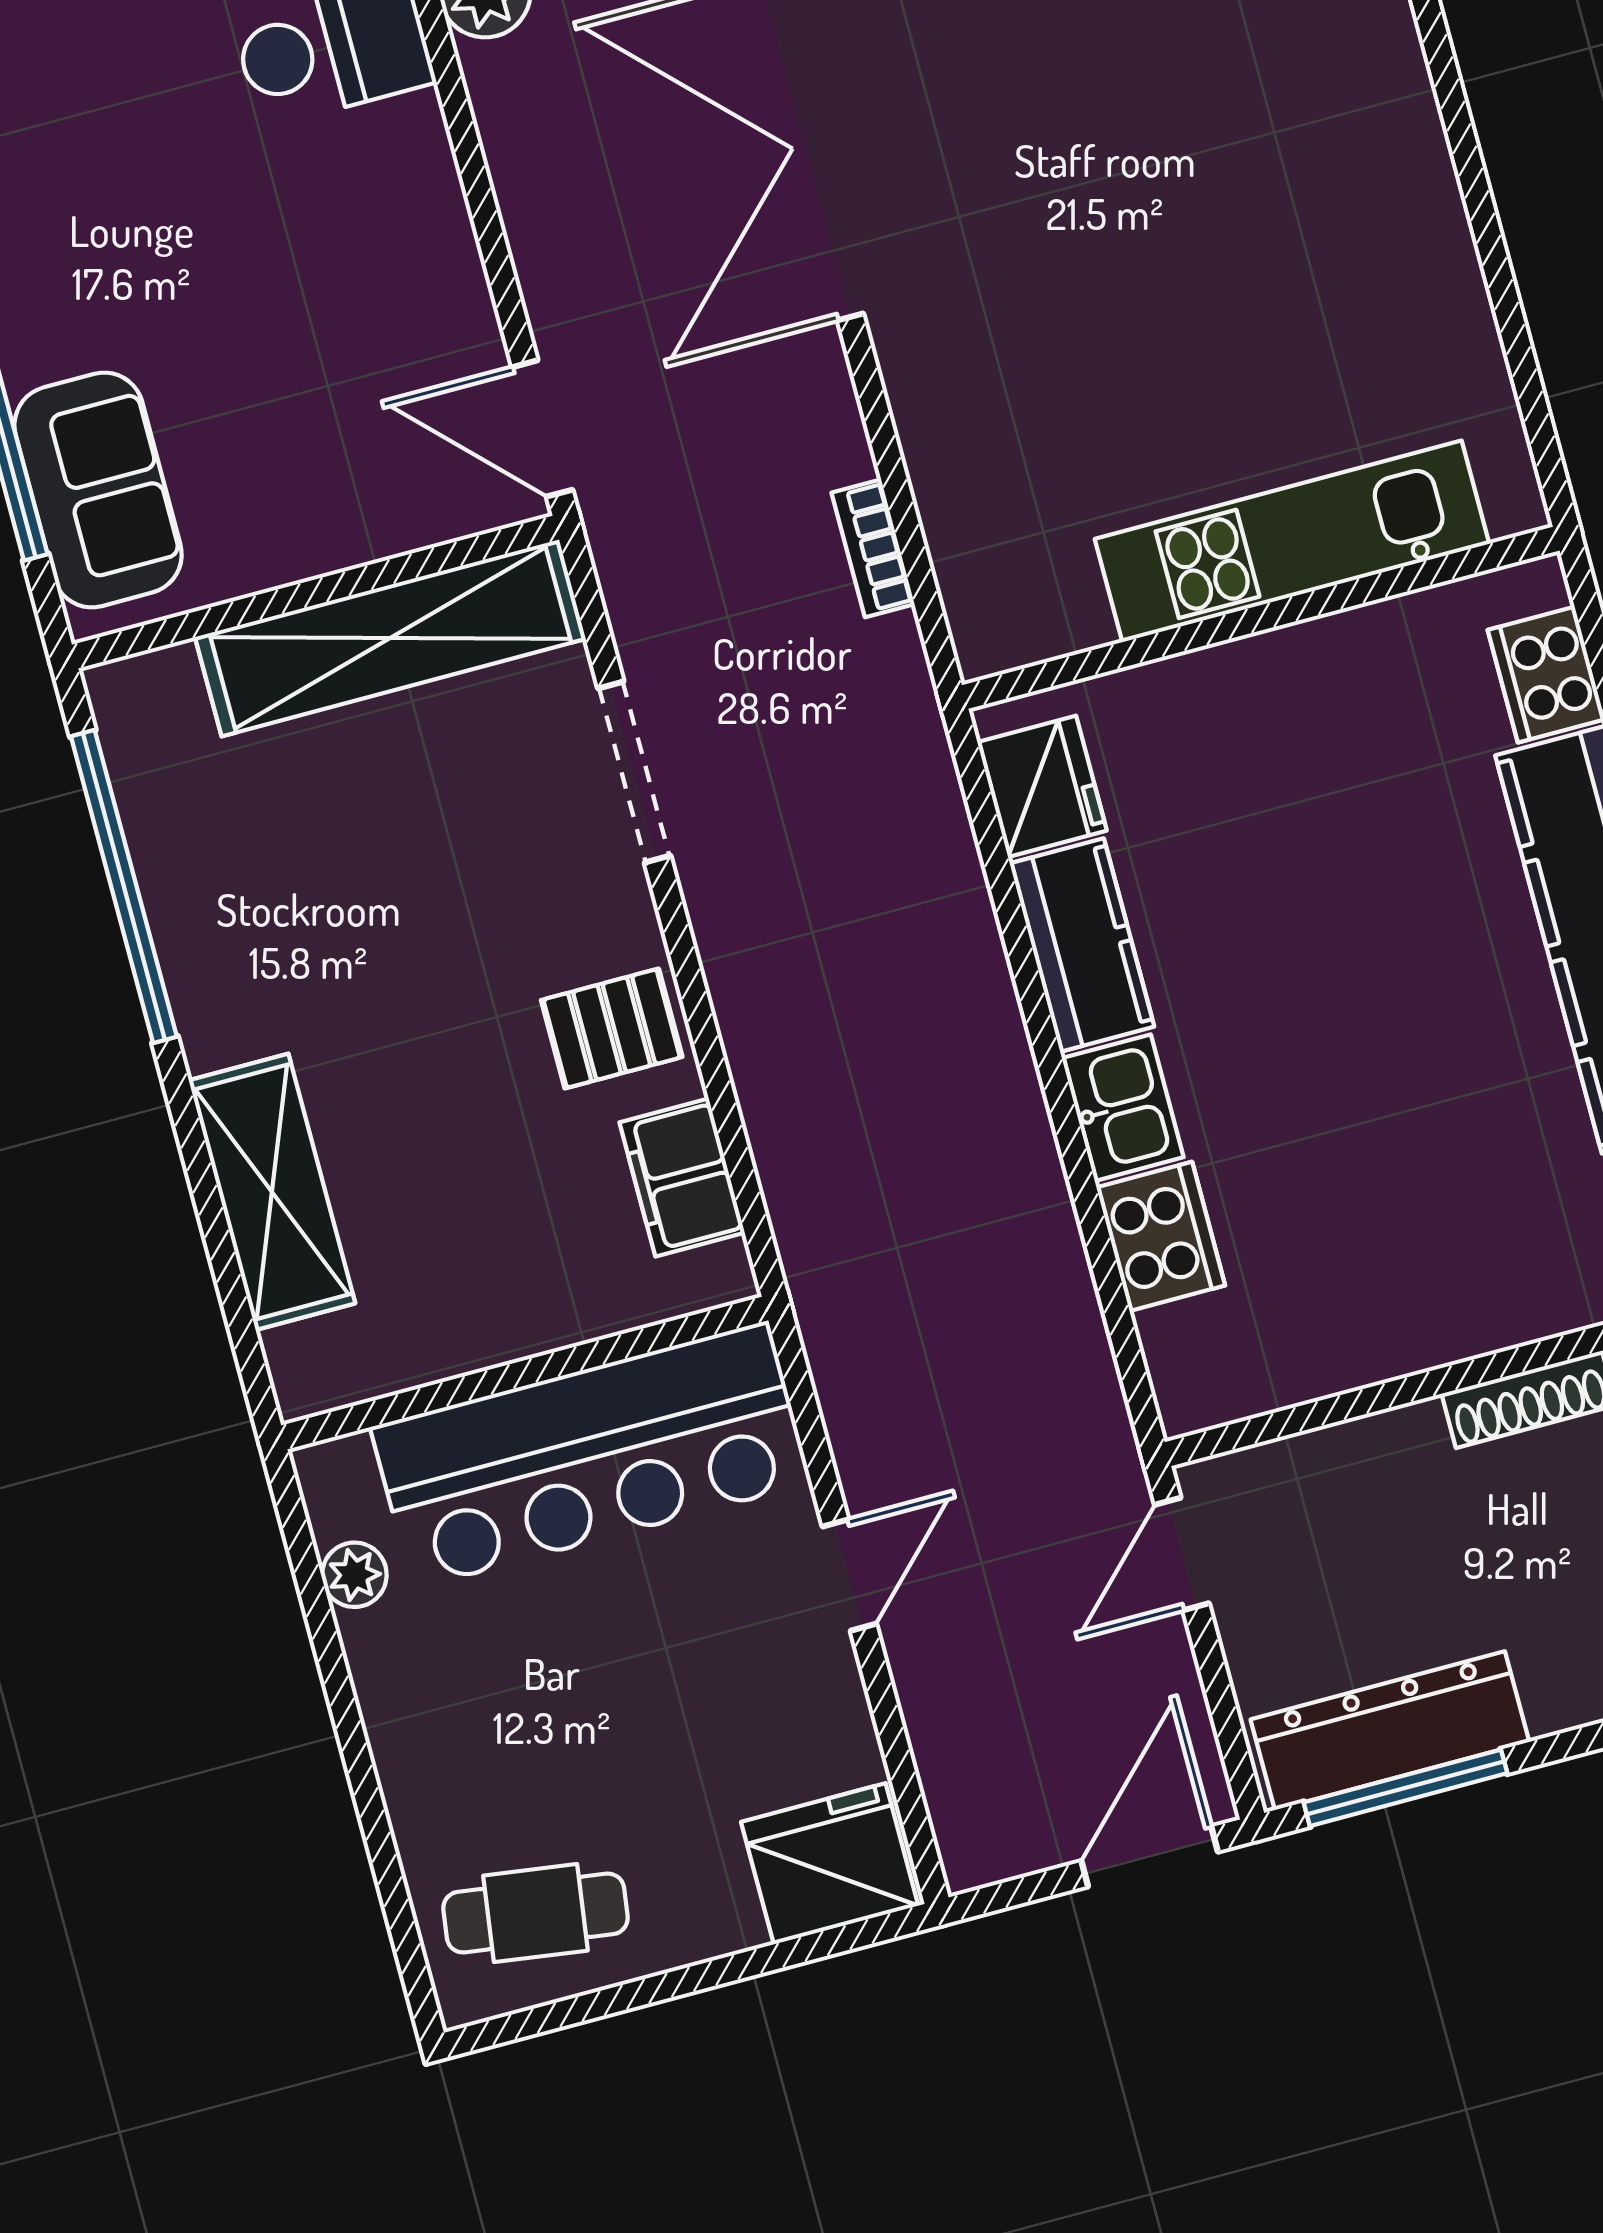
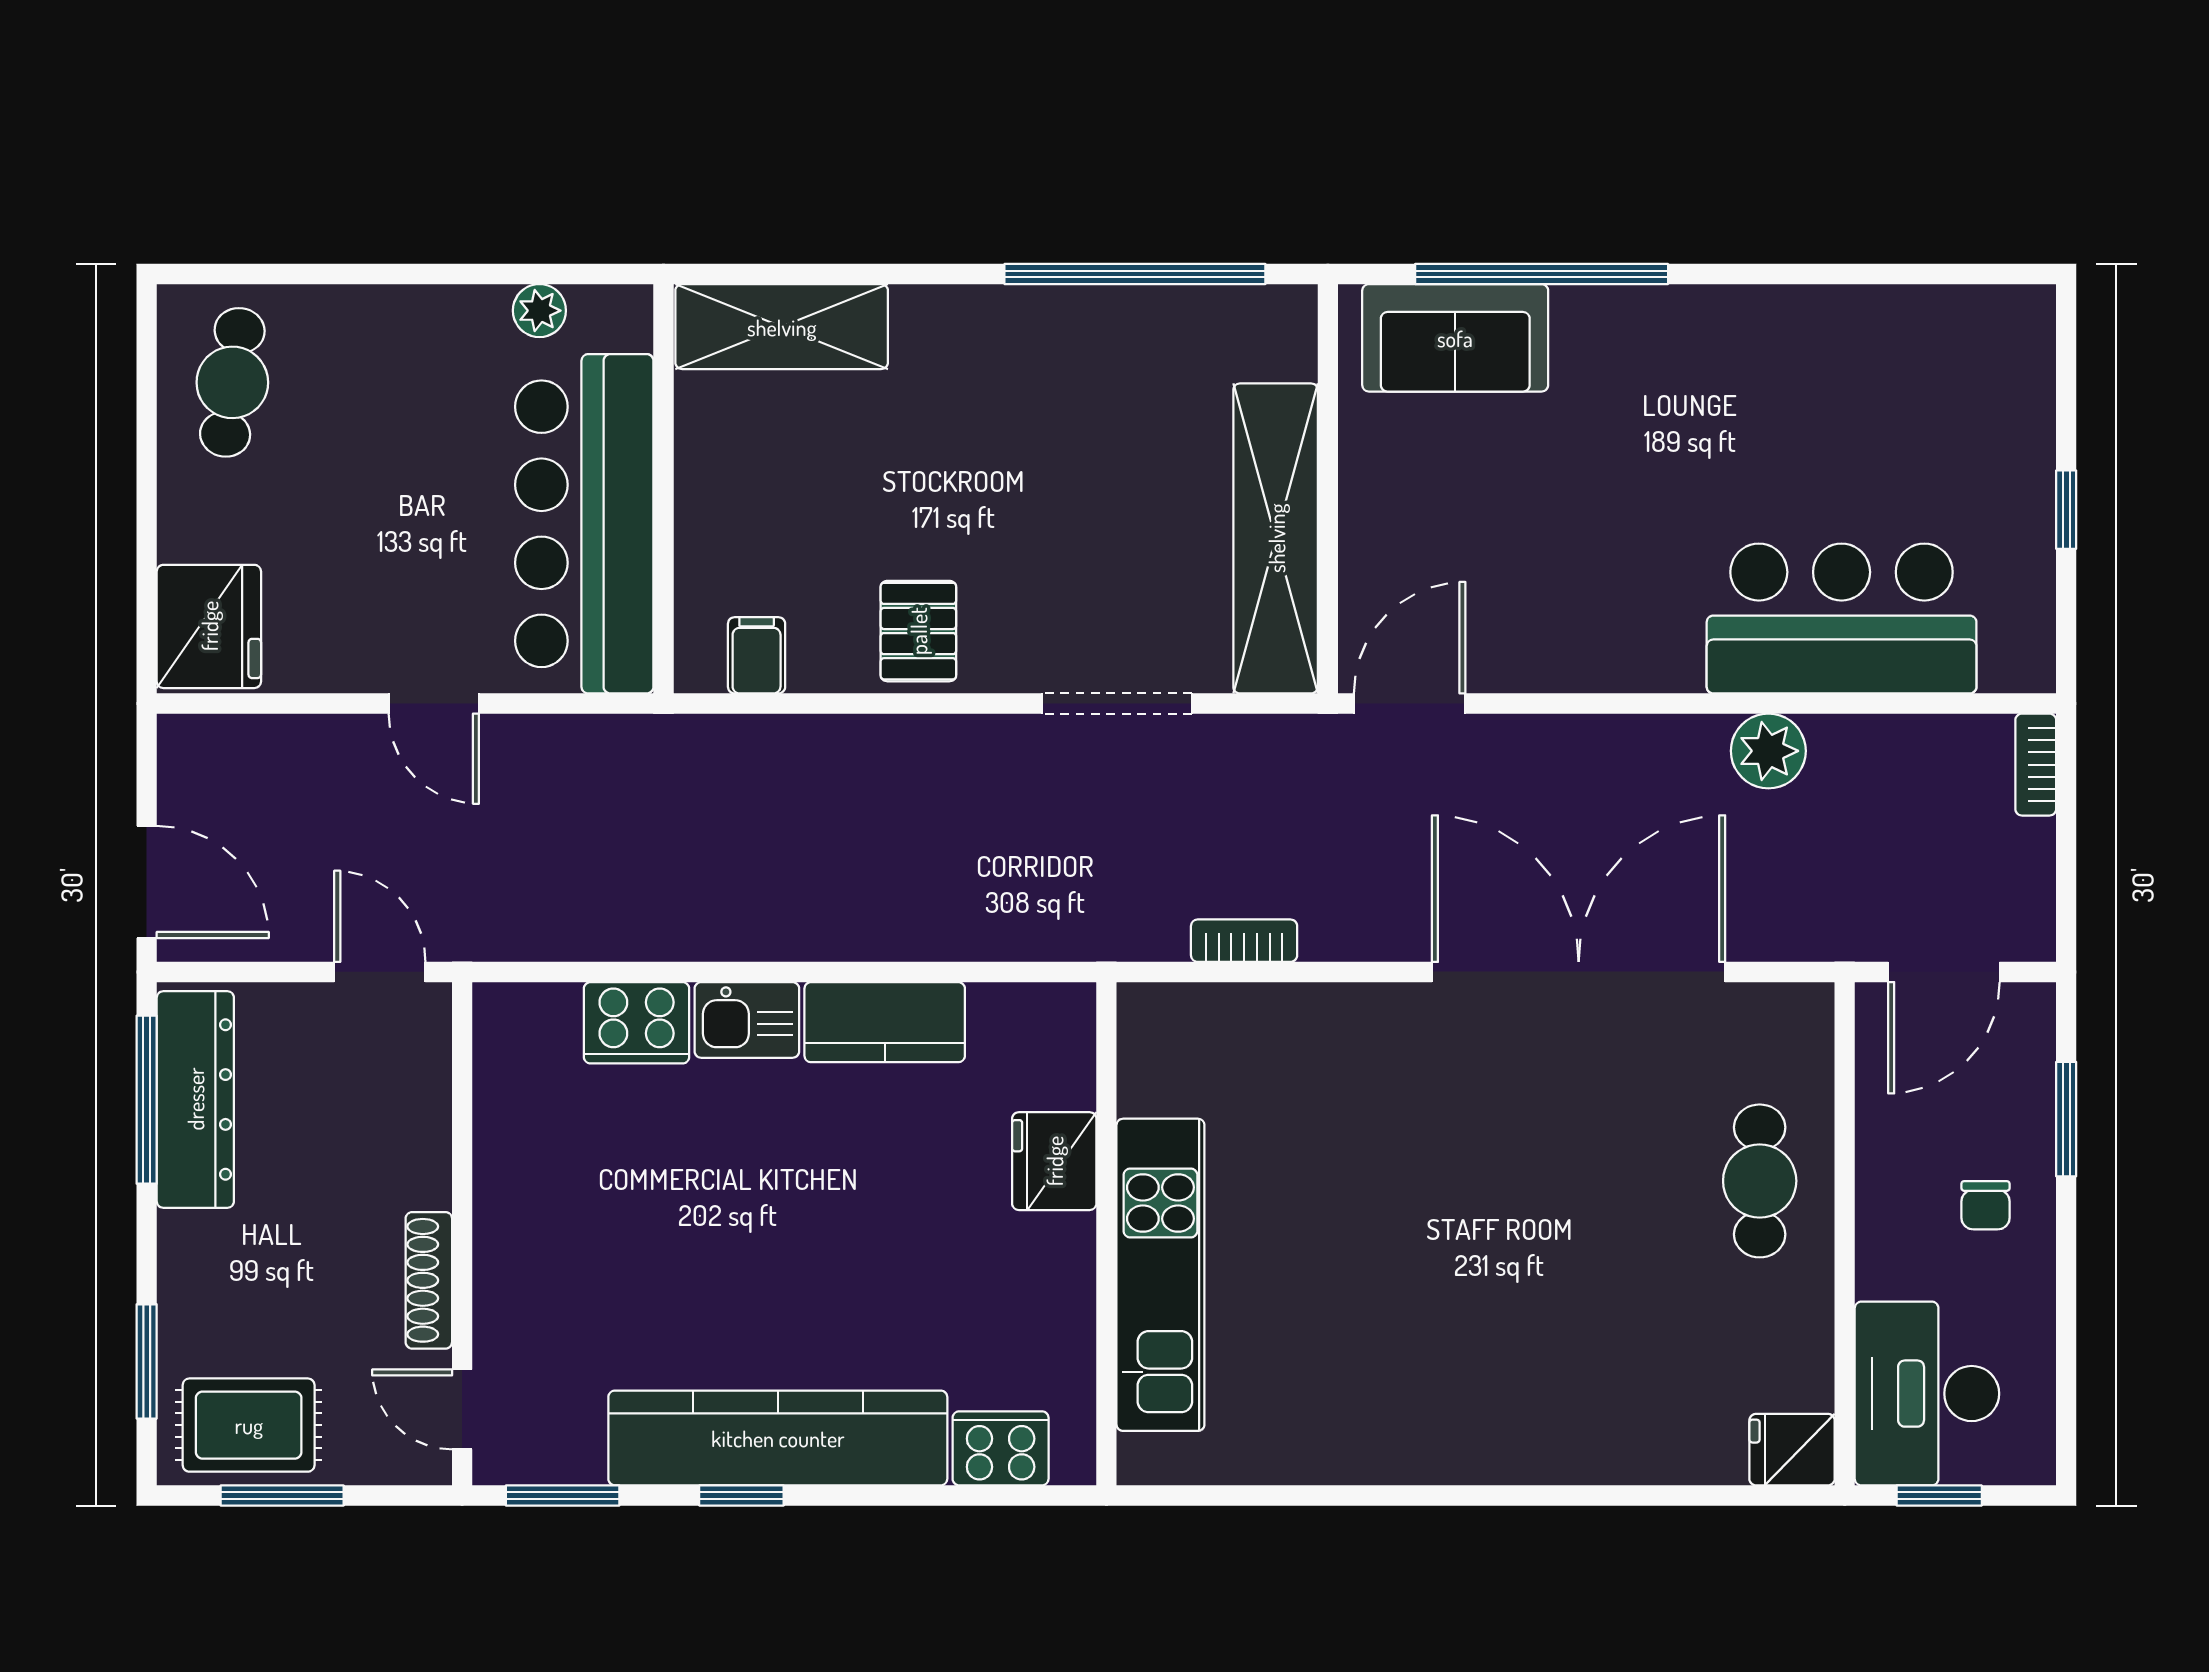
fridge: (1042, 786) -> (1054, 1161), moved, turned 90
filing cabinet: (682, 1177) -> (757, 655), width x0.50
shelving: (272, 1192) -> (782, 327), moved

